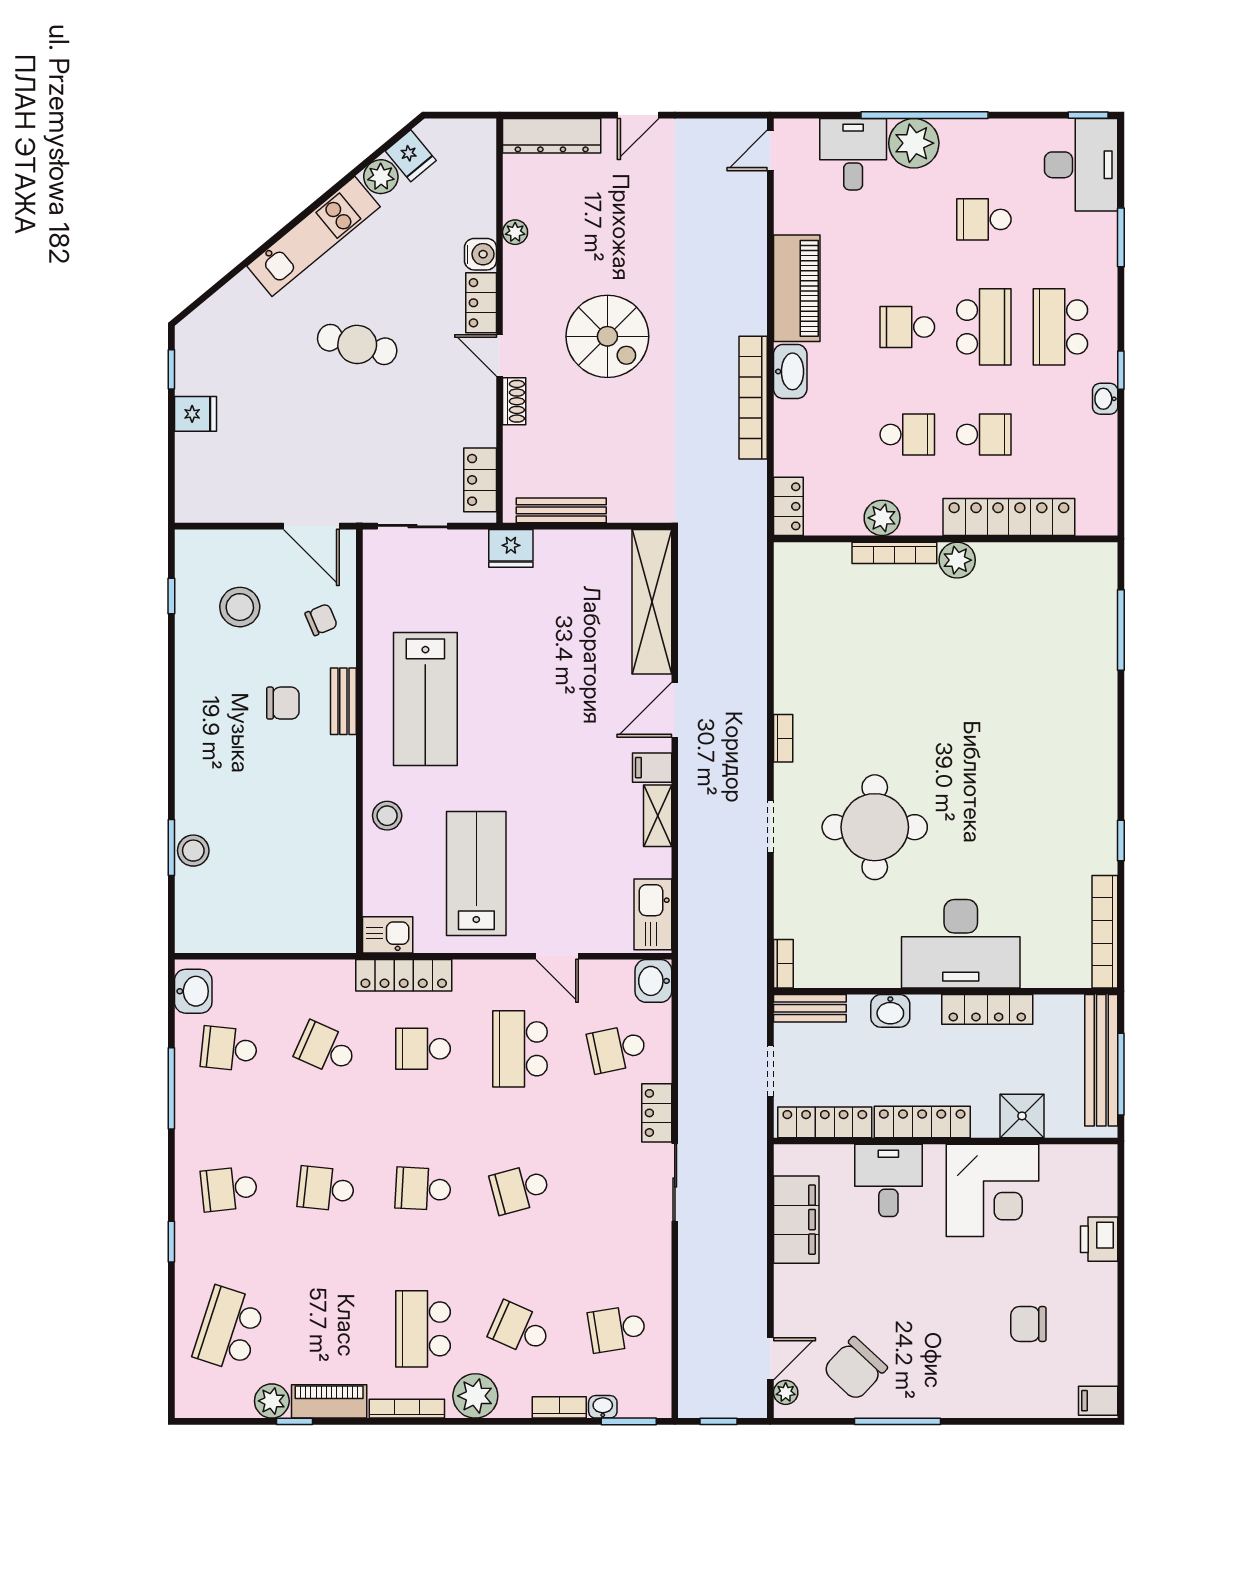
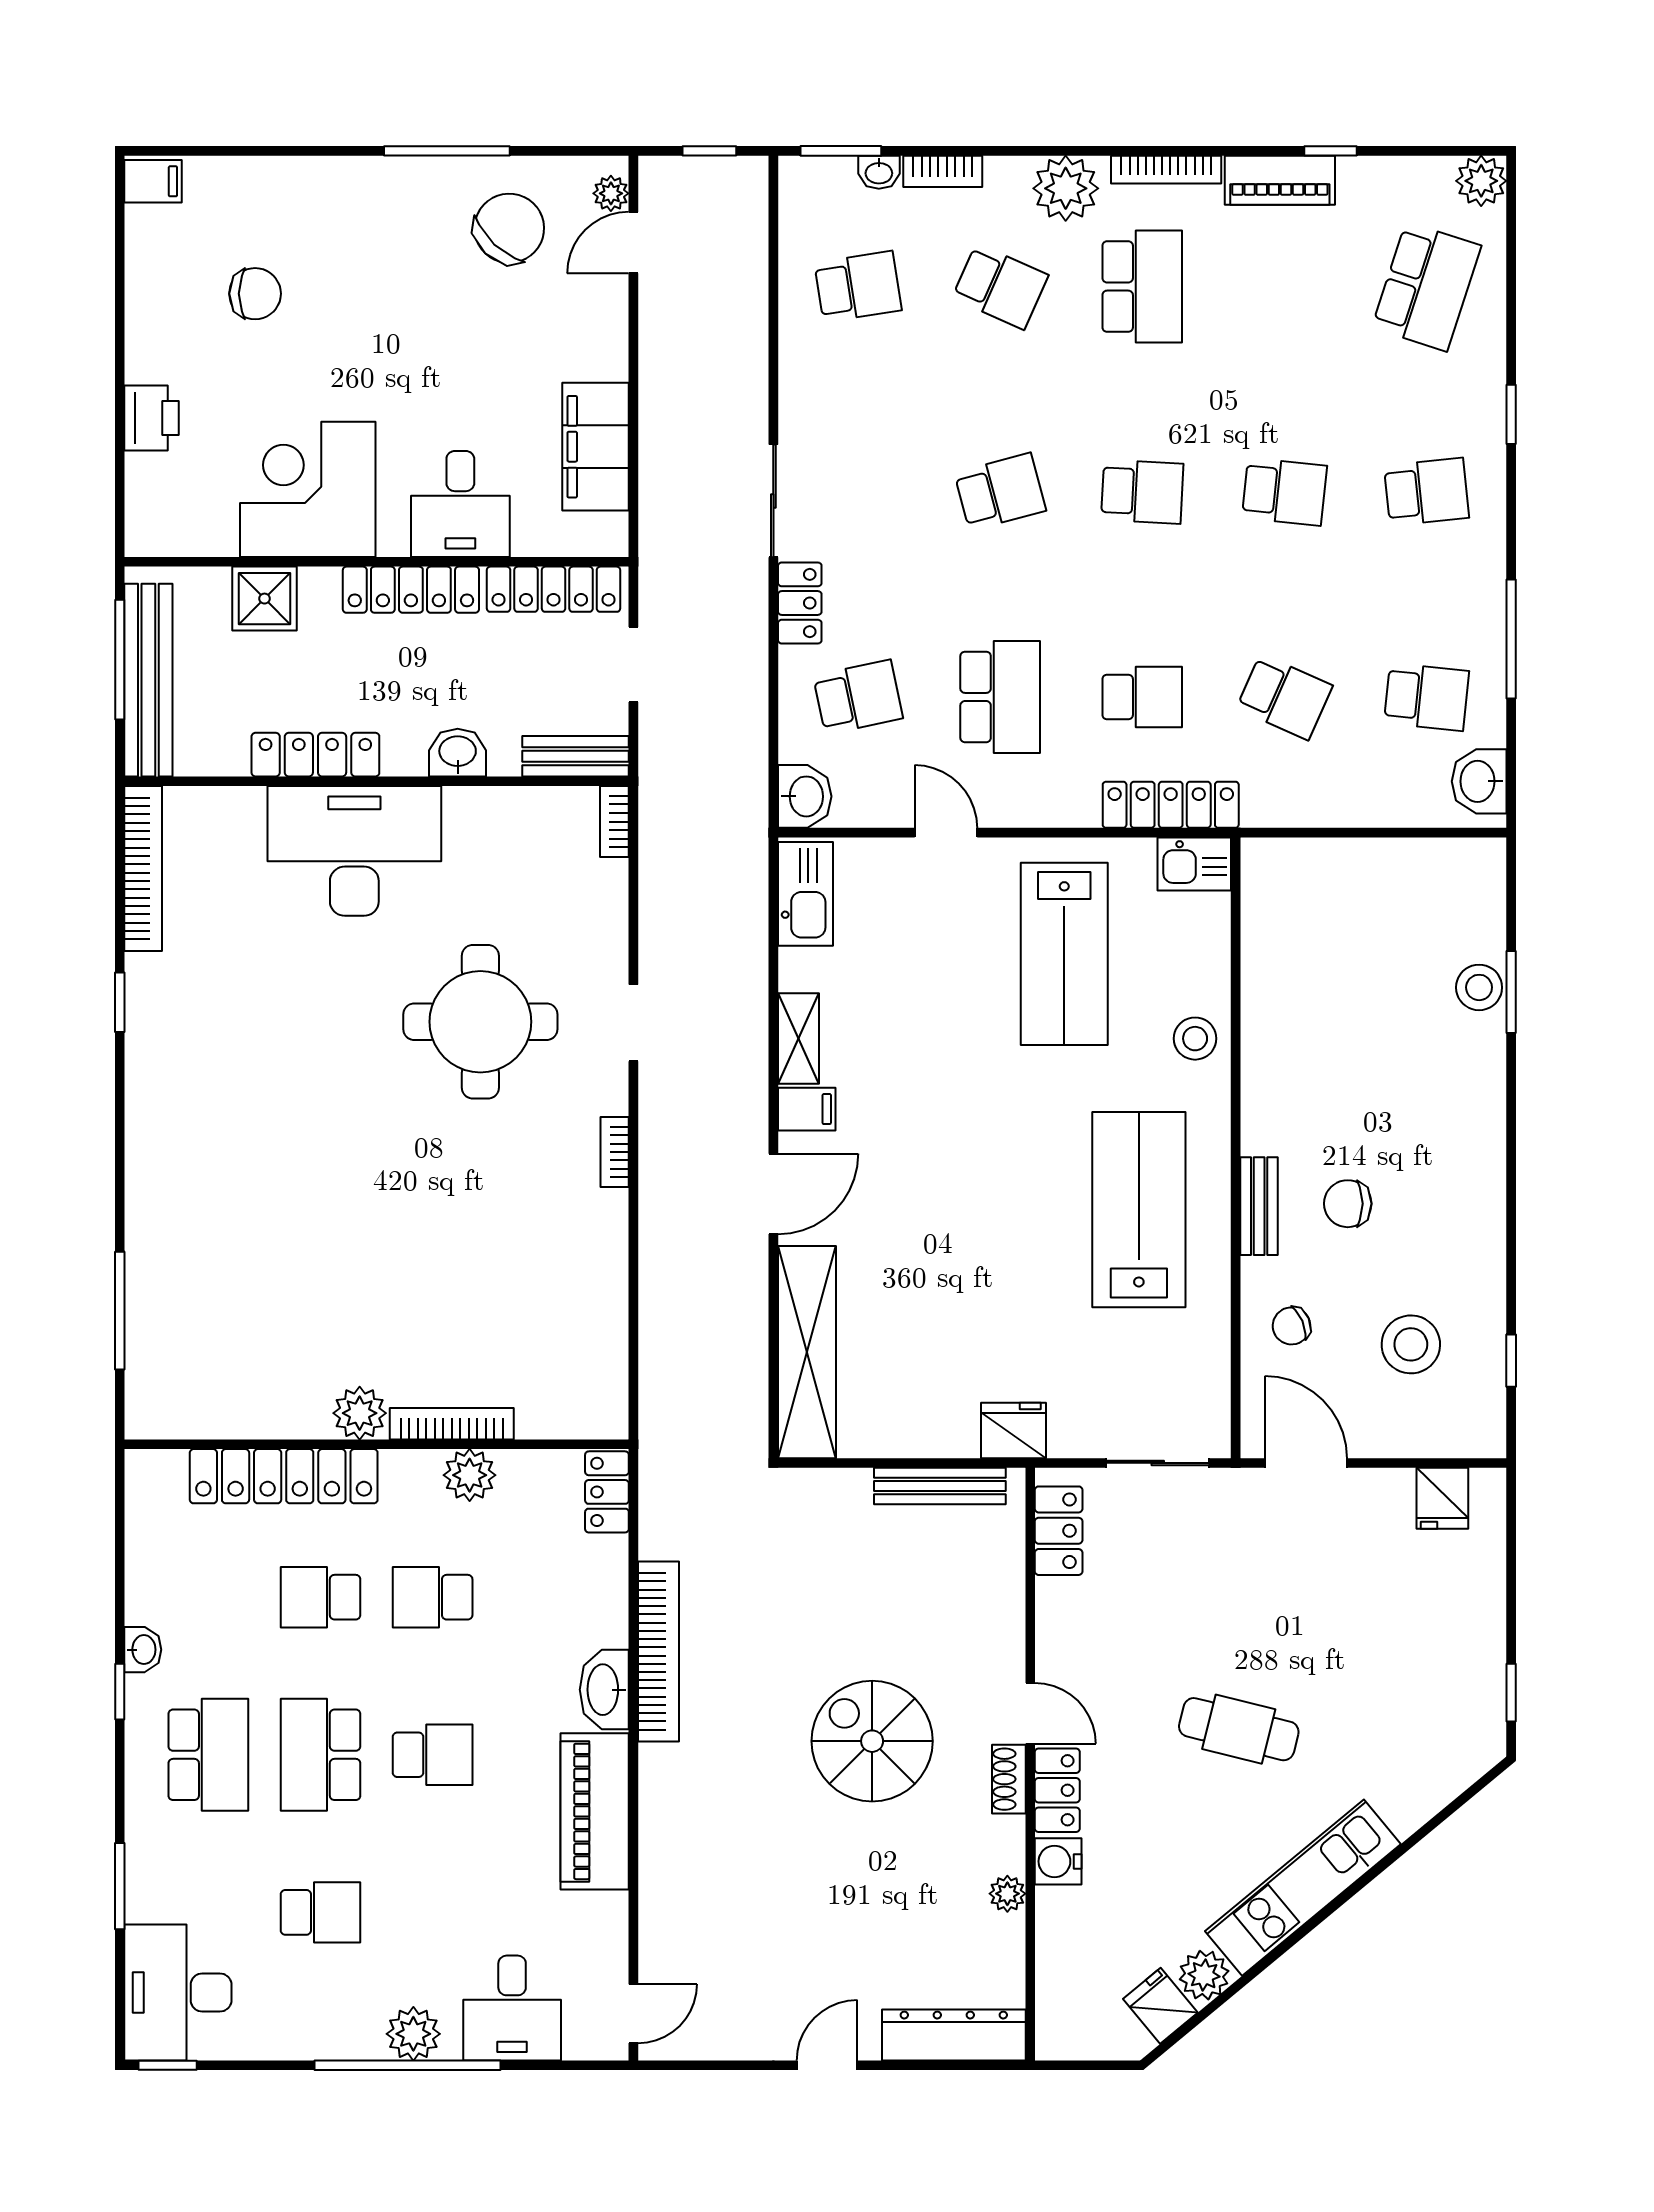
plant: (914, 143) -> (413, 2034), width x0.73, depth x0.73
shoe rack: (514, 401) -> (1009, 1779), moved
fridge: (195, 414) -> (1442, 1498), moved, turned -90
plant: (272, 1401) -> (1481, 181), moved

